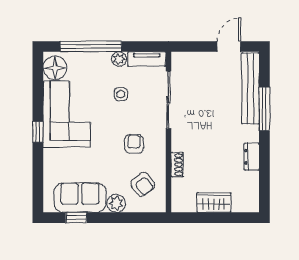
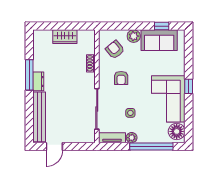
window: (264, 109) -> (29, 75), moved
dresser: (252, 157) -> (38, 81), moved

